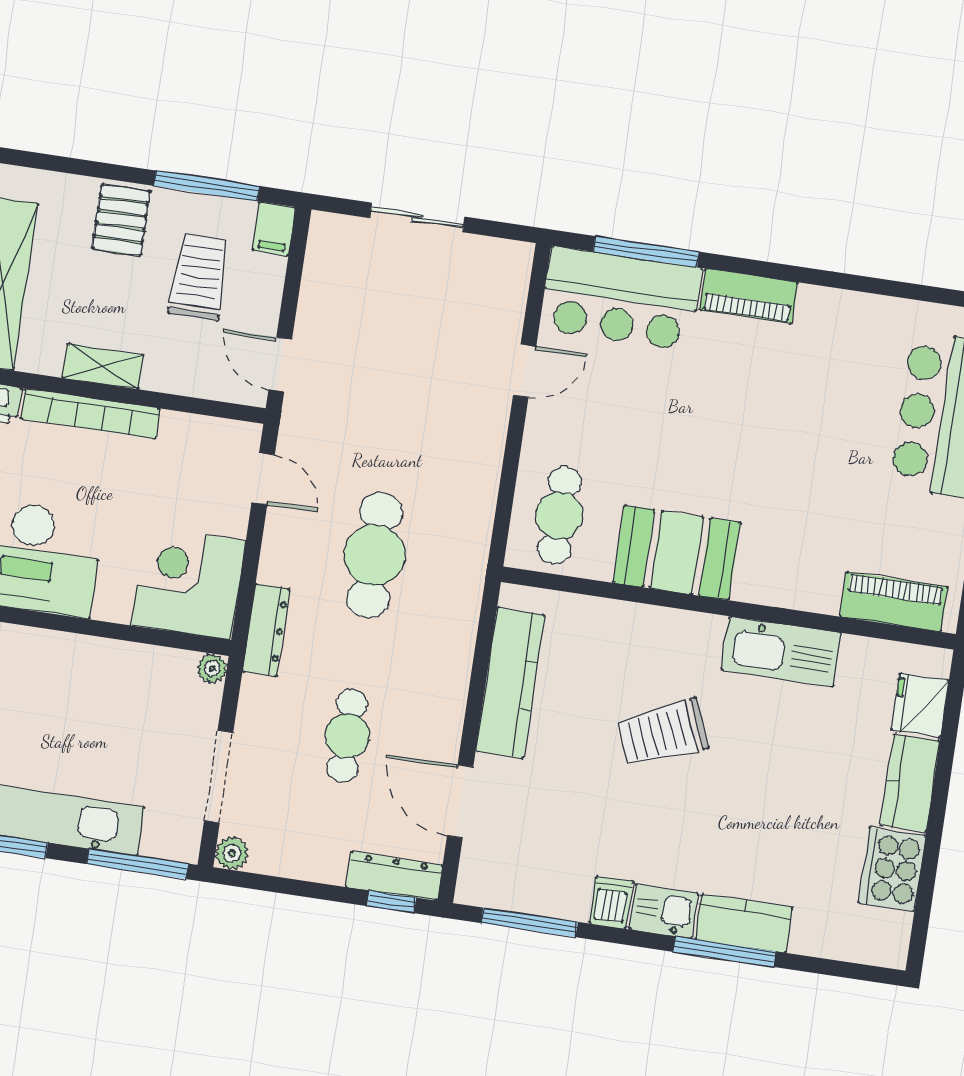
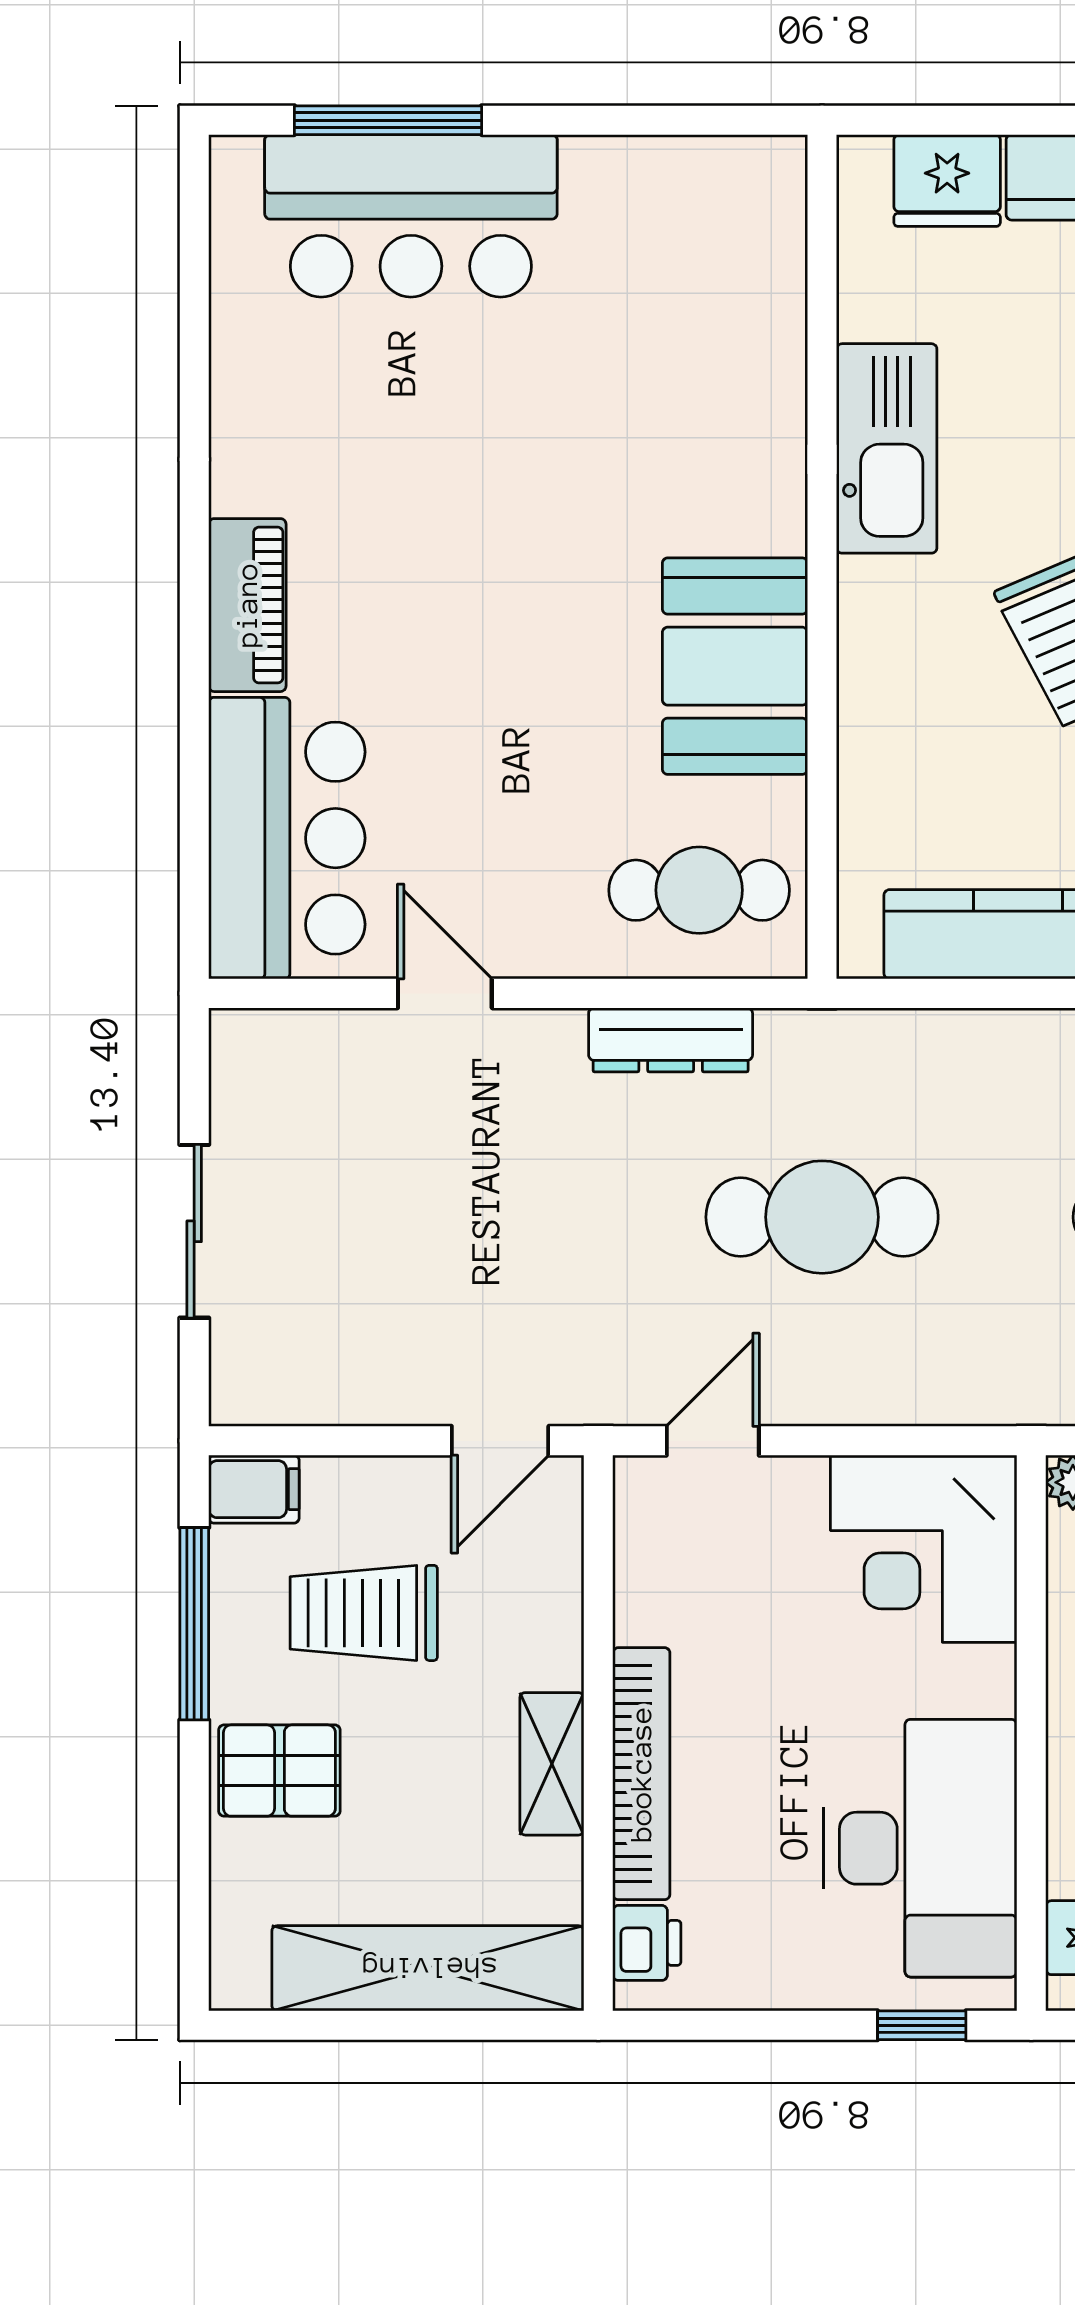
window: (646, 252) -> (194, 804), removed
piano: (894, 602) -> (765, 257), removed
dresser: (266, 630) -> (671, 1040), moved, turned 180

